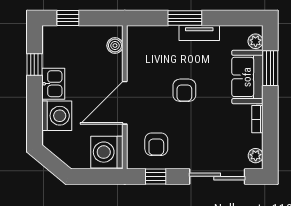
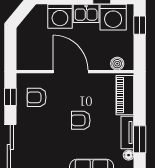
window: (185, 18) -> (140, 139), moved
floor lamp: (227, 32) -> (129, 155), added
piano: (154, 36) -> (125, 95), added
washing machine: (107, 152) -> (113, 17), moved, turned 180

